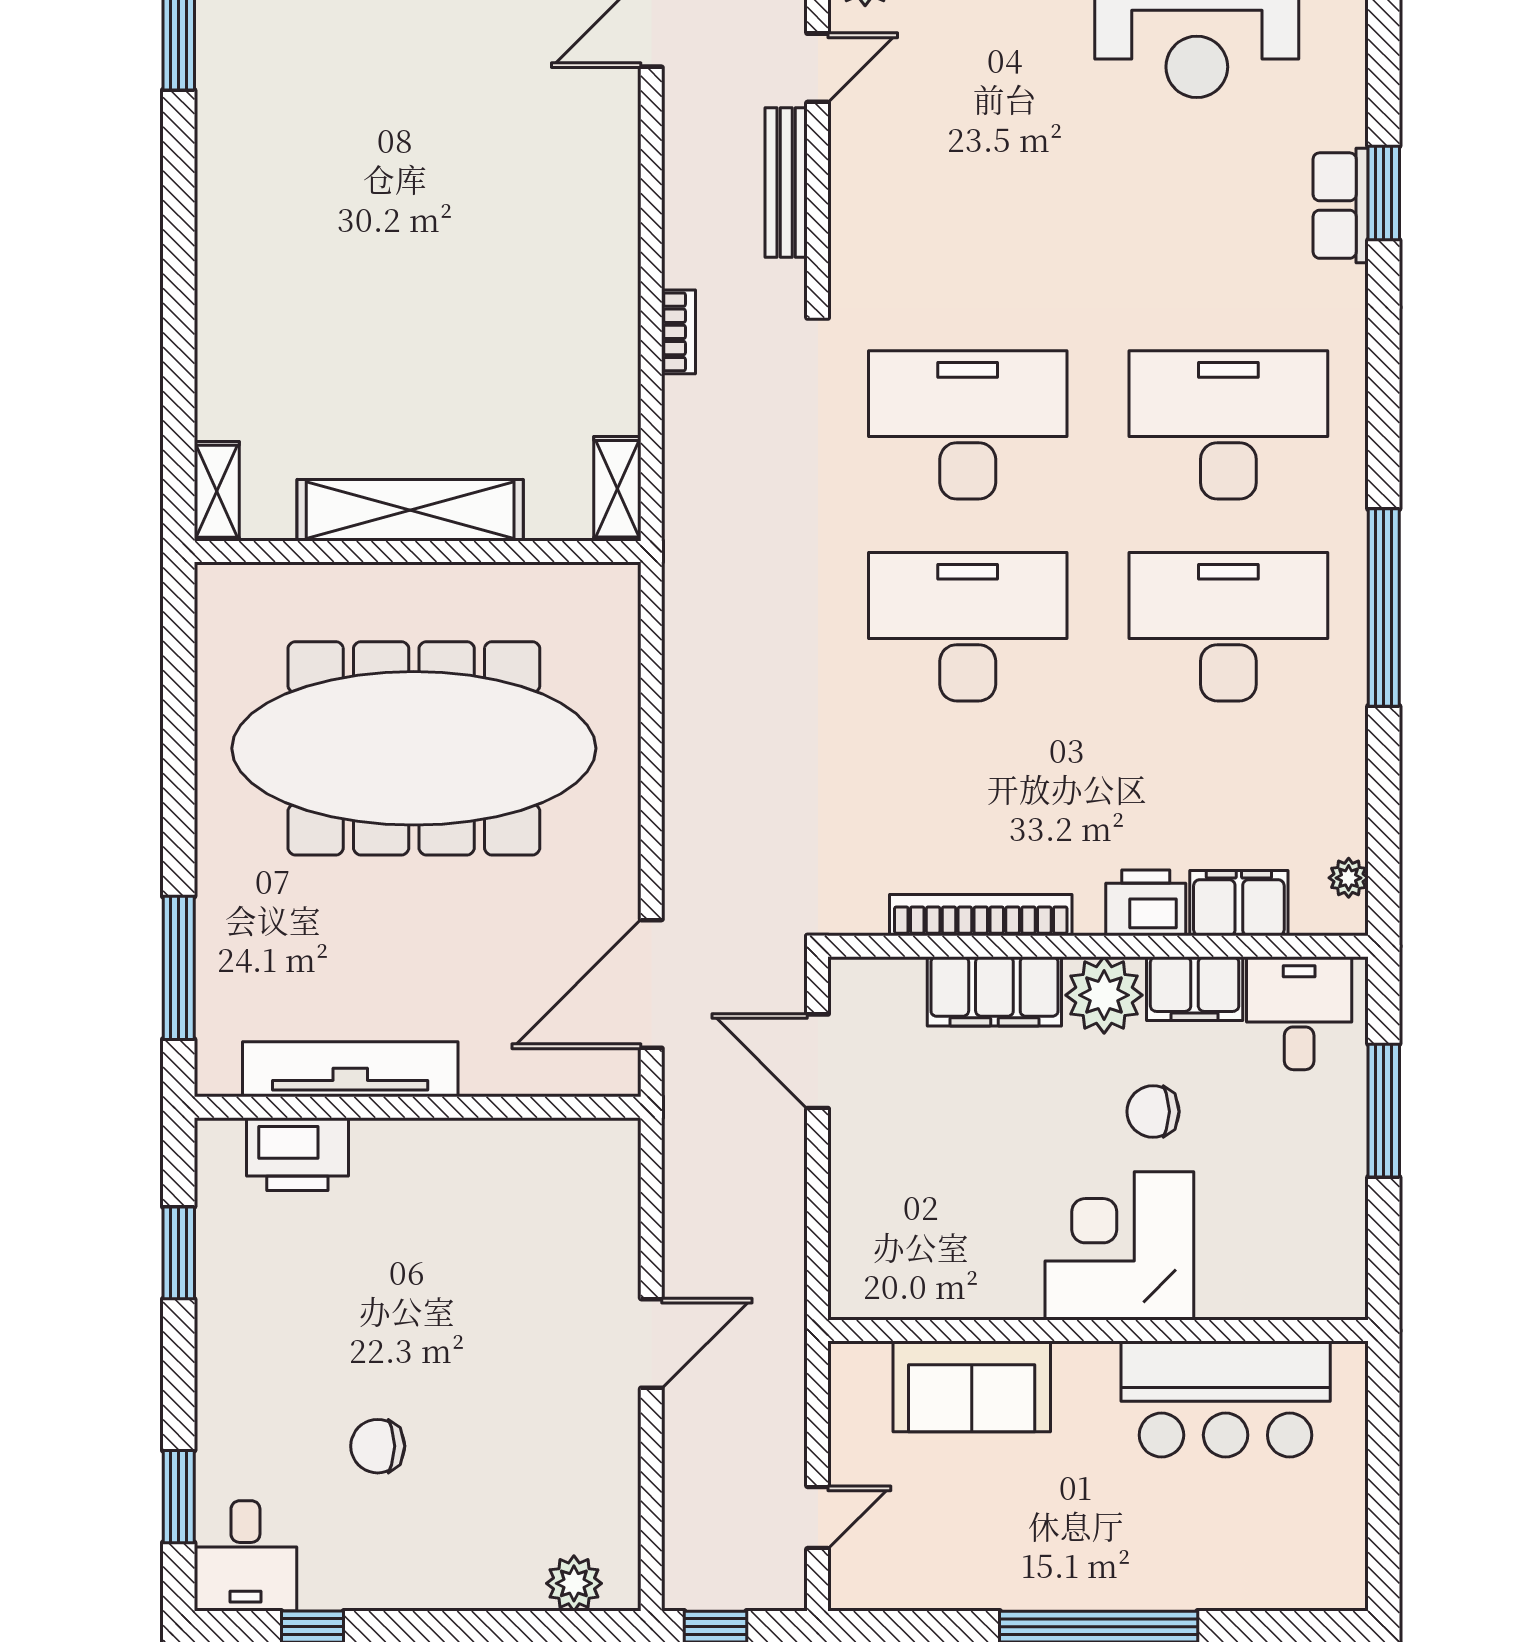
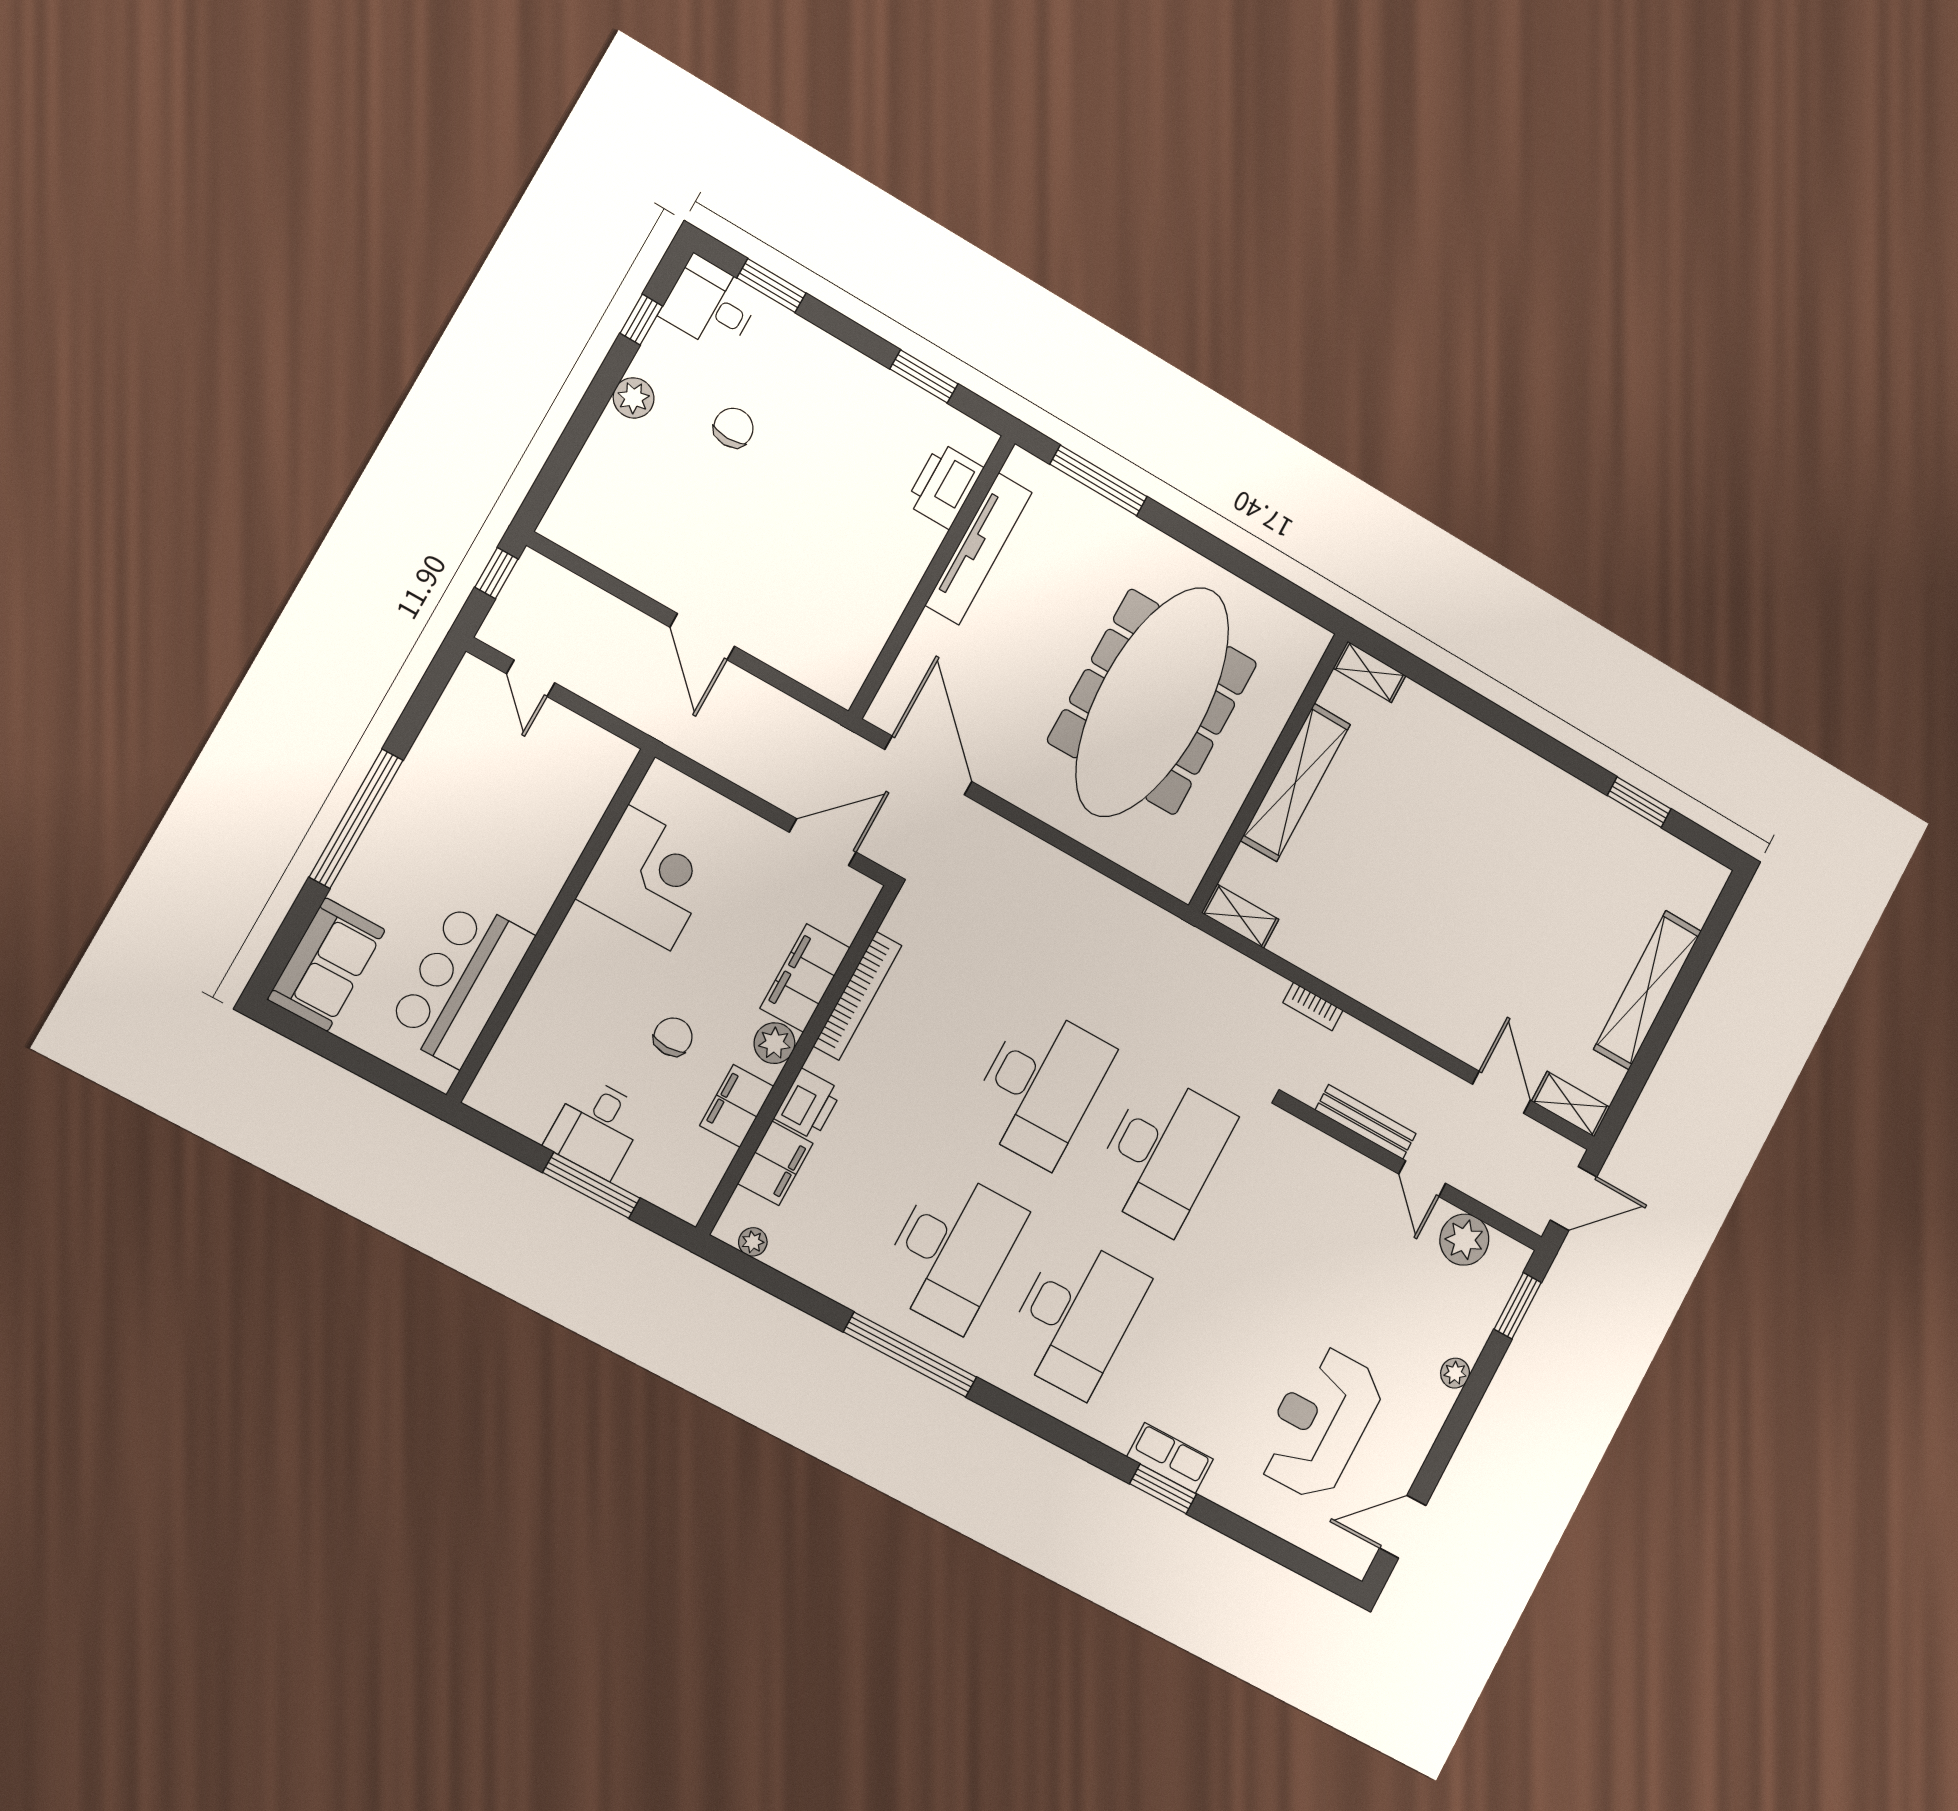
plant: (1104, 995) -> (774, 1043), width x0.73, depth x0.73
desk: (1299, 1013) -> (596, 1128), moved, turned 90
corner desk: (1119, 1246) -> (649, 878), moved
sofa: (972, 1386) -> (326, 965), moved, turned 180
plant: (574, 1583) -> (634, 398), moved

